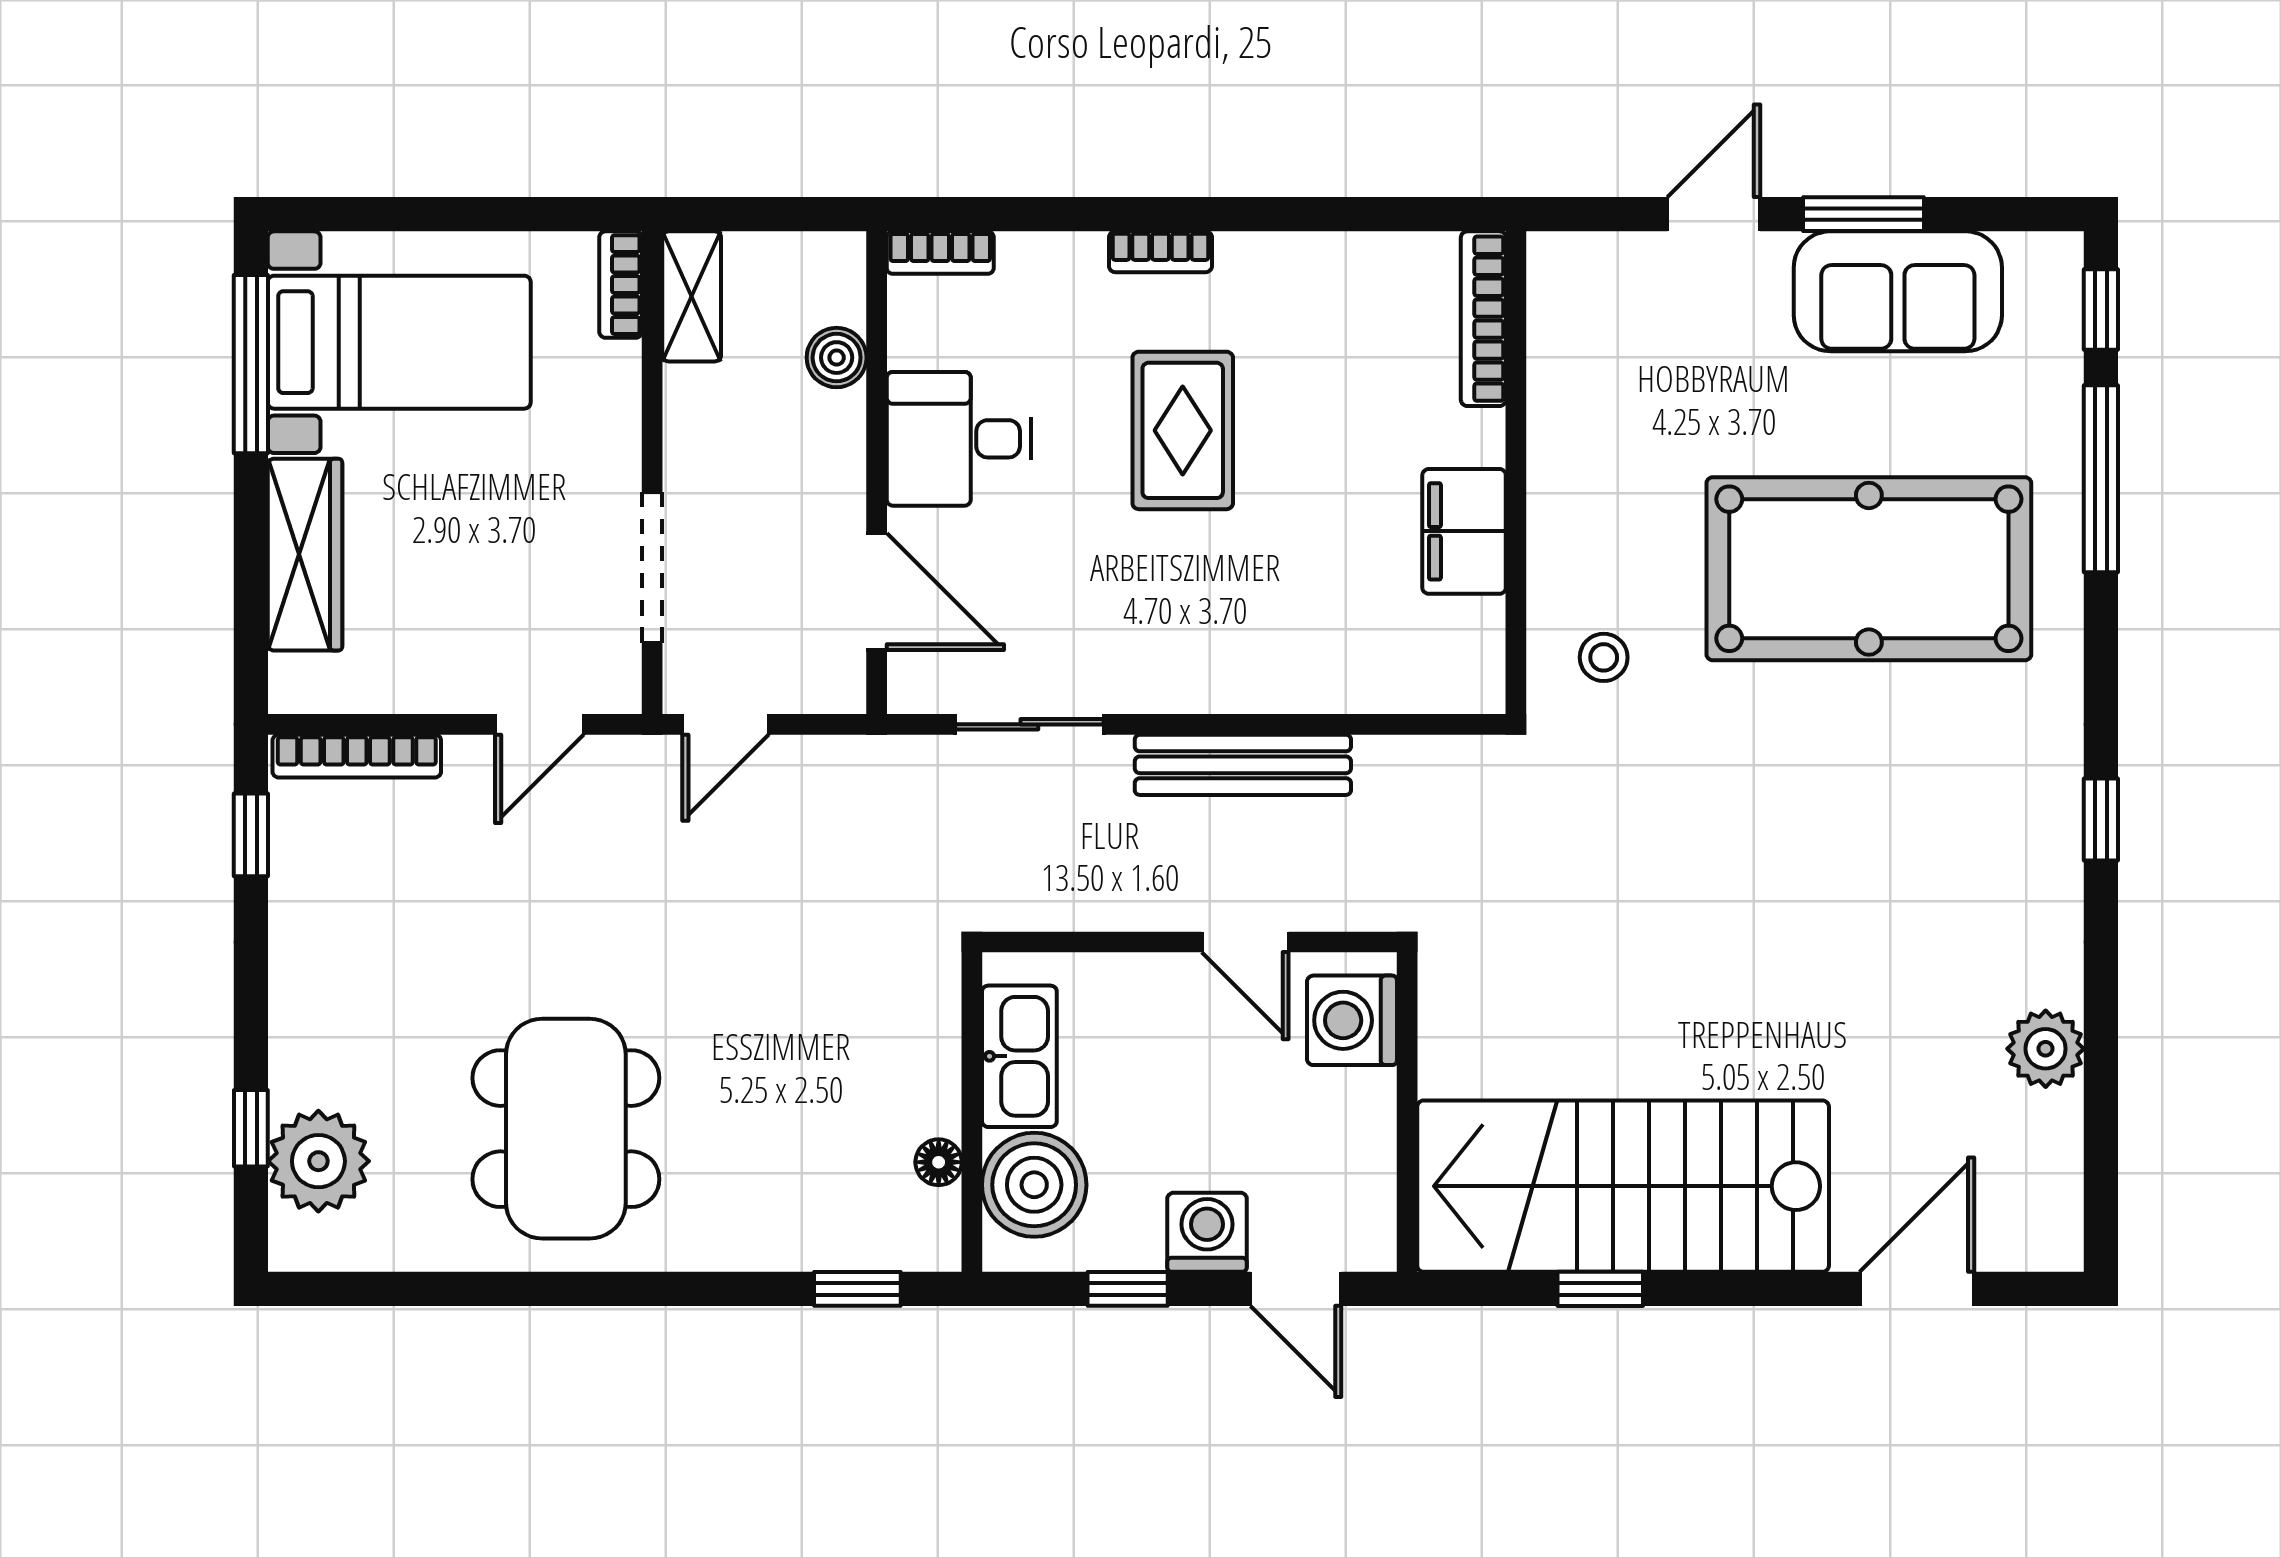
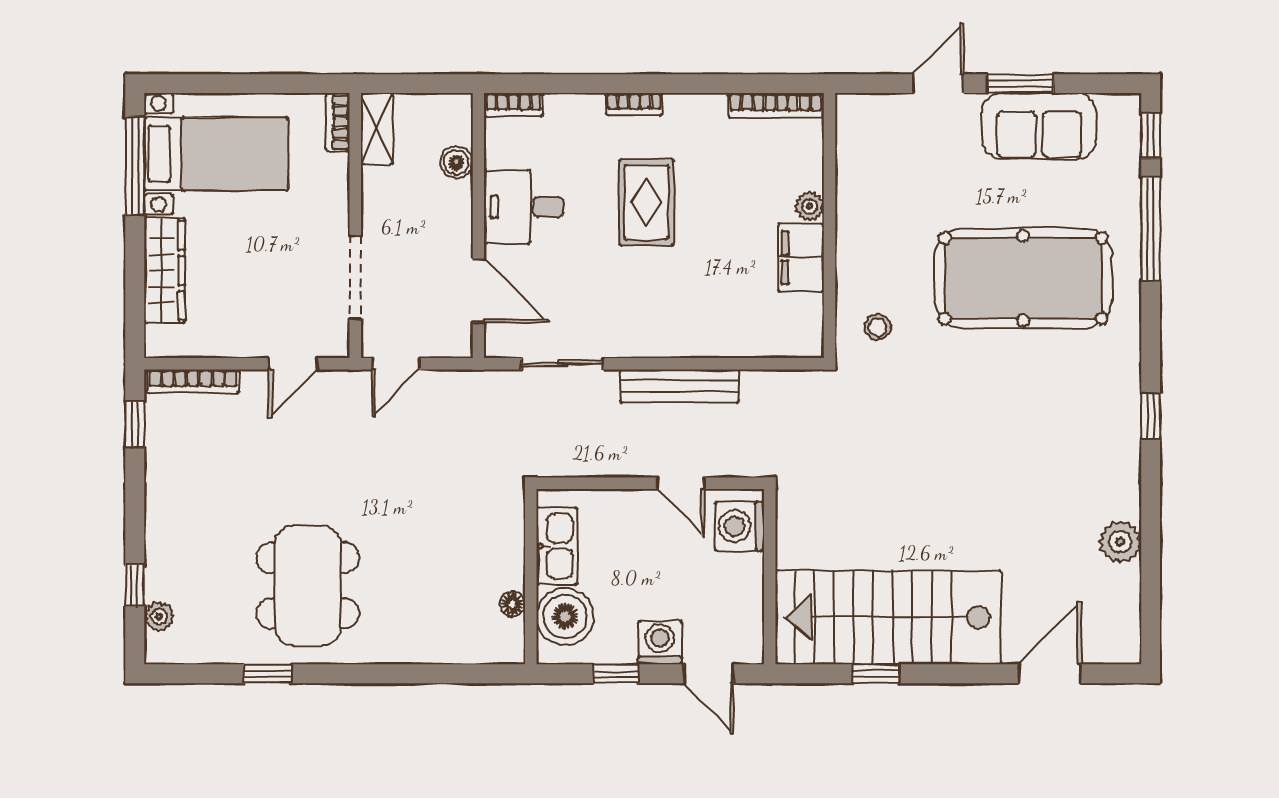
bookcase: (1483, 319) -> (776, 105), moved, turned -90
plant: (1480, 437) -> (810, 206), added
plant: (318, 1161) -> (159, 617), width x0.53, depth x0.53
window: (857, 1289) -> (267, 674), moved

